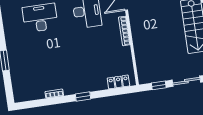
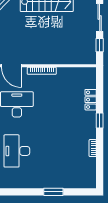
locker: (118, 82) -> (91, 100), moved

